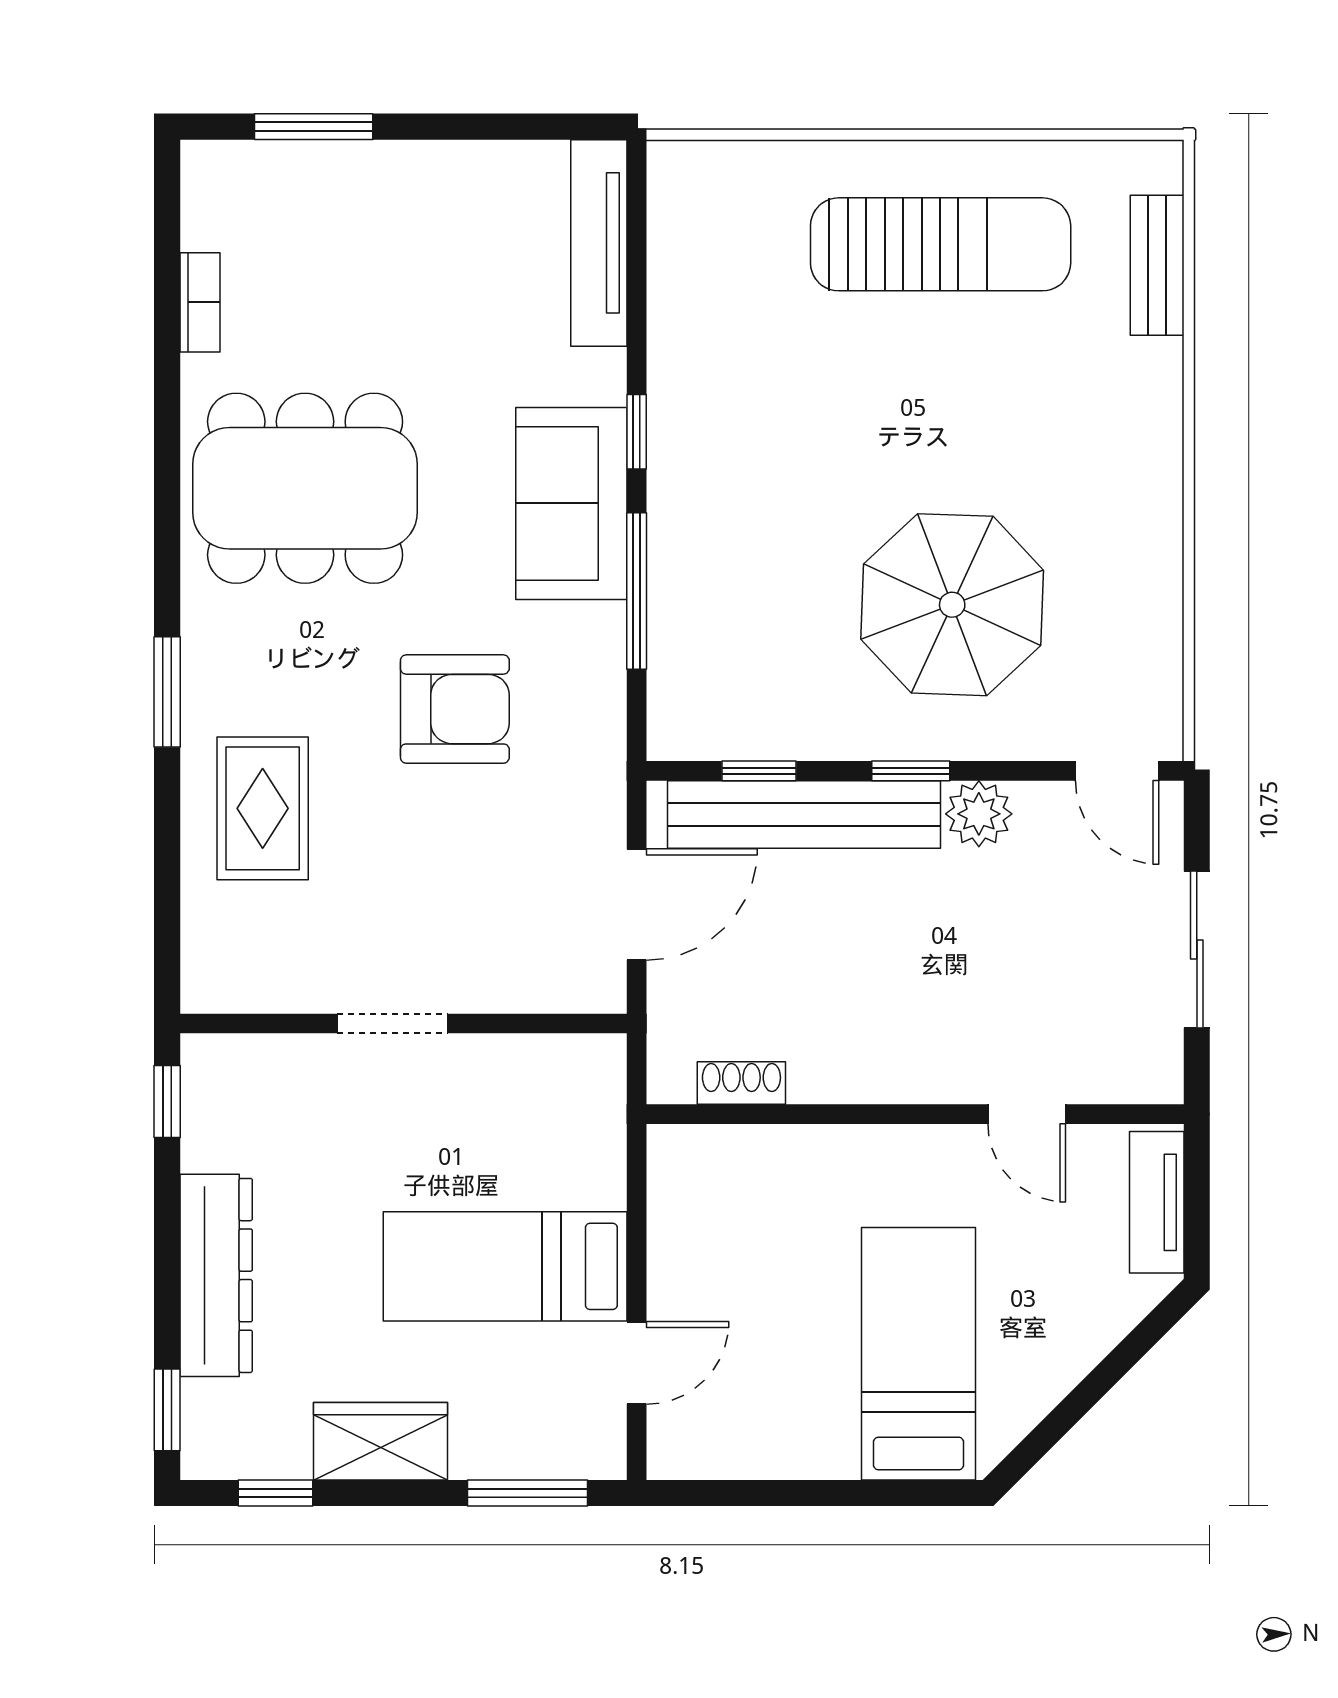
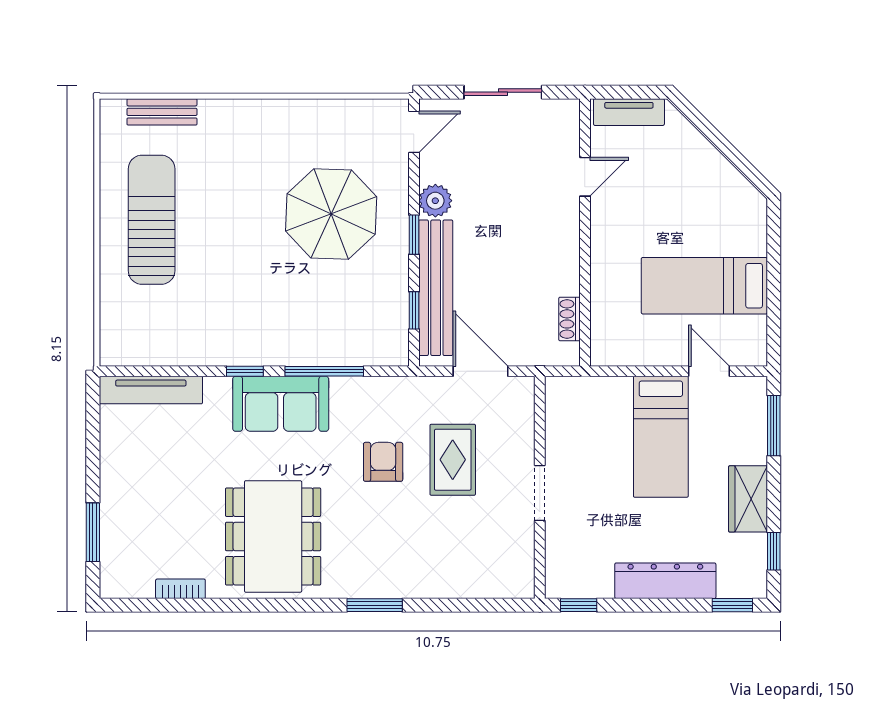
armchair: (455, 709) -> (383, 462), width x0.72, depth x0.72
rug: (263, 808) -> (453, 460), moved, turned 90
bed: (919, 1354) -> (704, 286), moved

